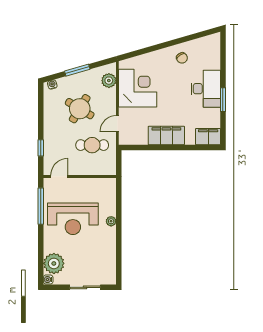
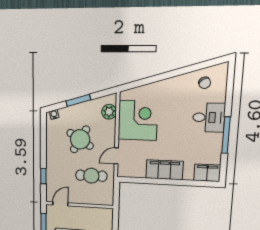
chair: (182, 58) -> (205, 83), moved
desk: (206, 89) -> (209, 117), width x0.73
window: (223, 100) -> (226, 135), width x1.44

